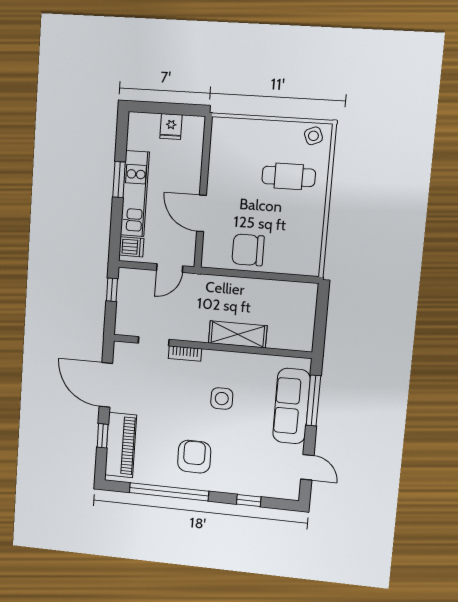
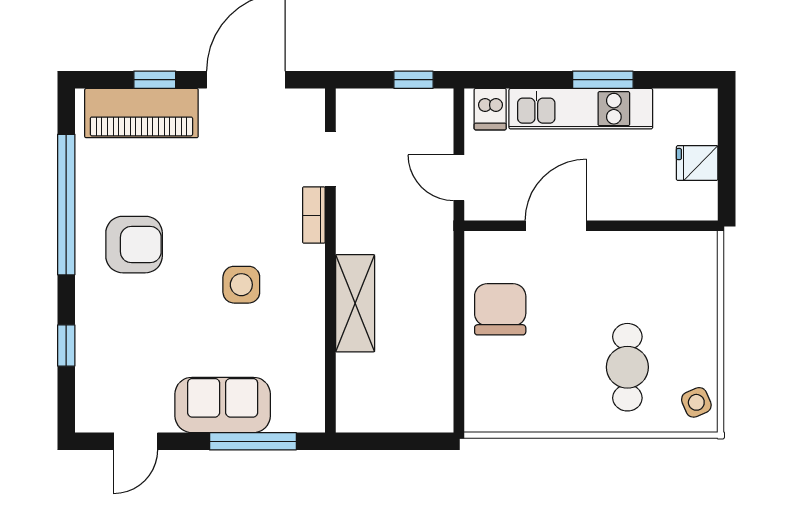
sofa: (291, 406) -> (223, 405), width x0.73

